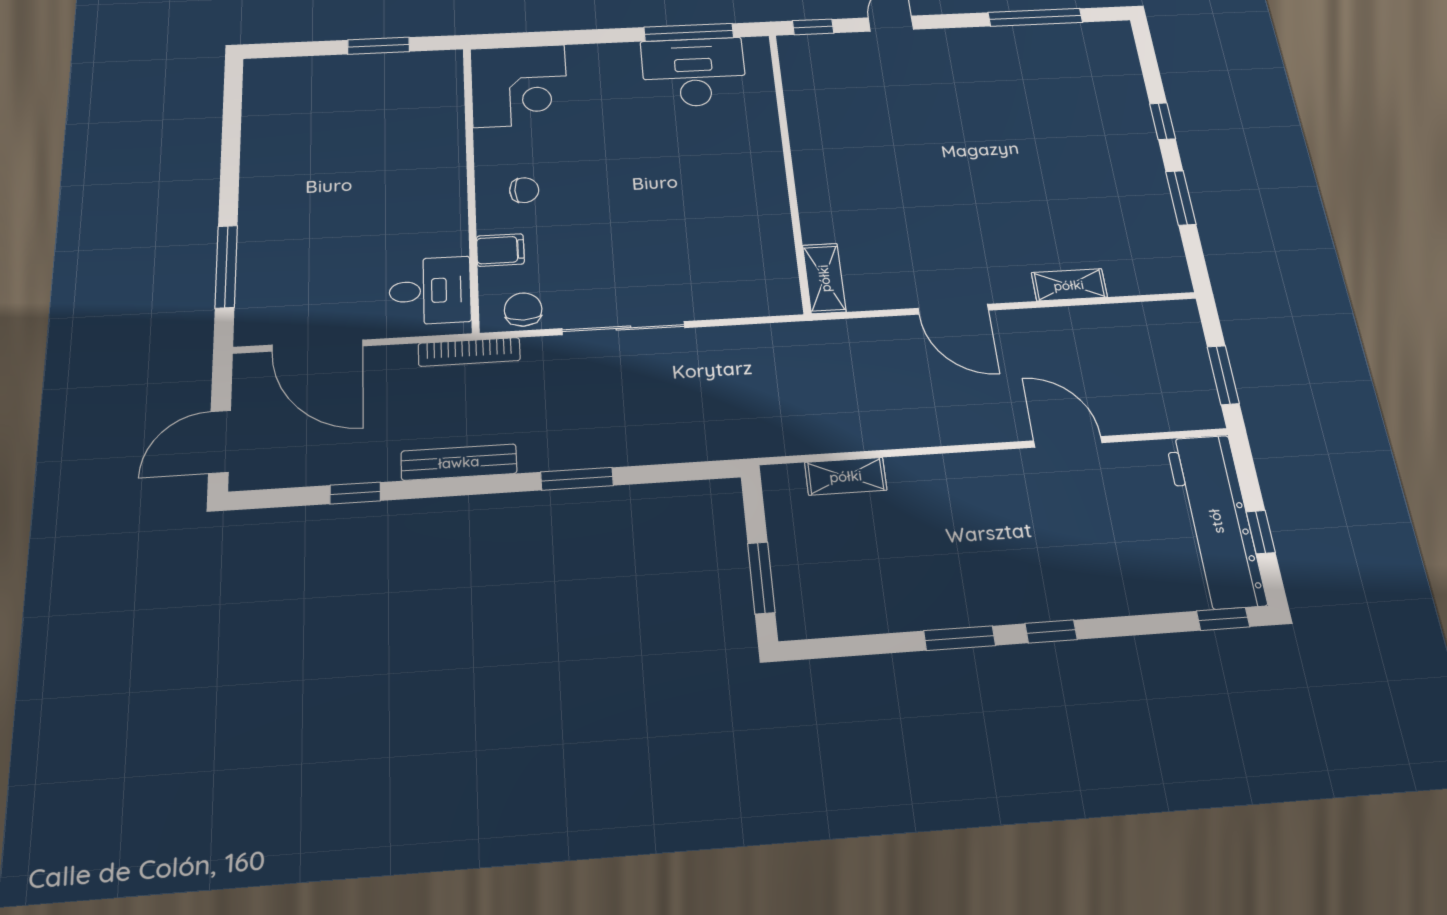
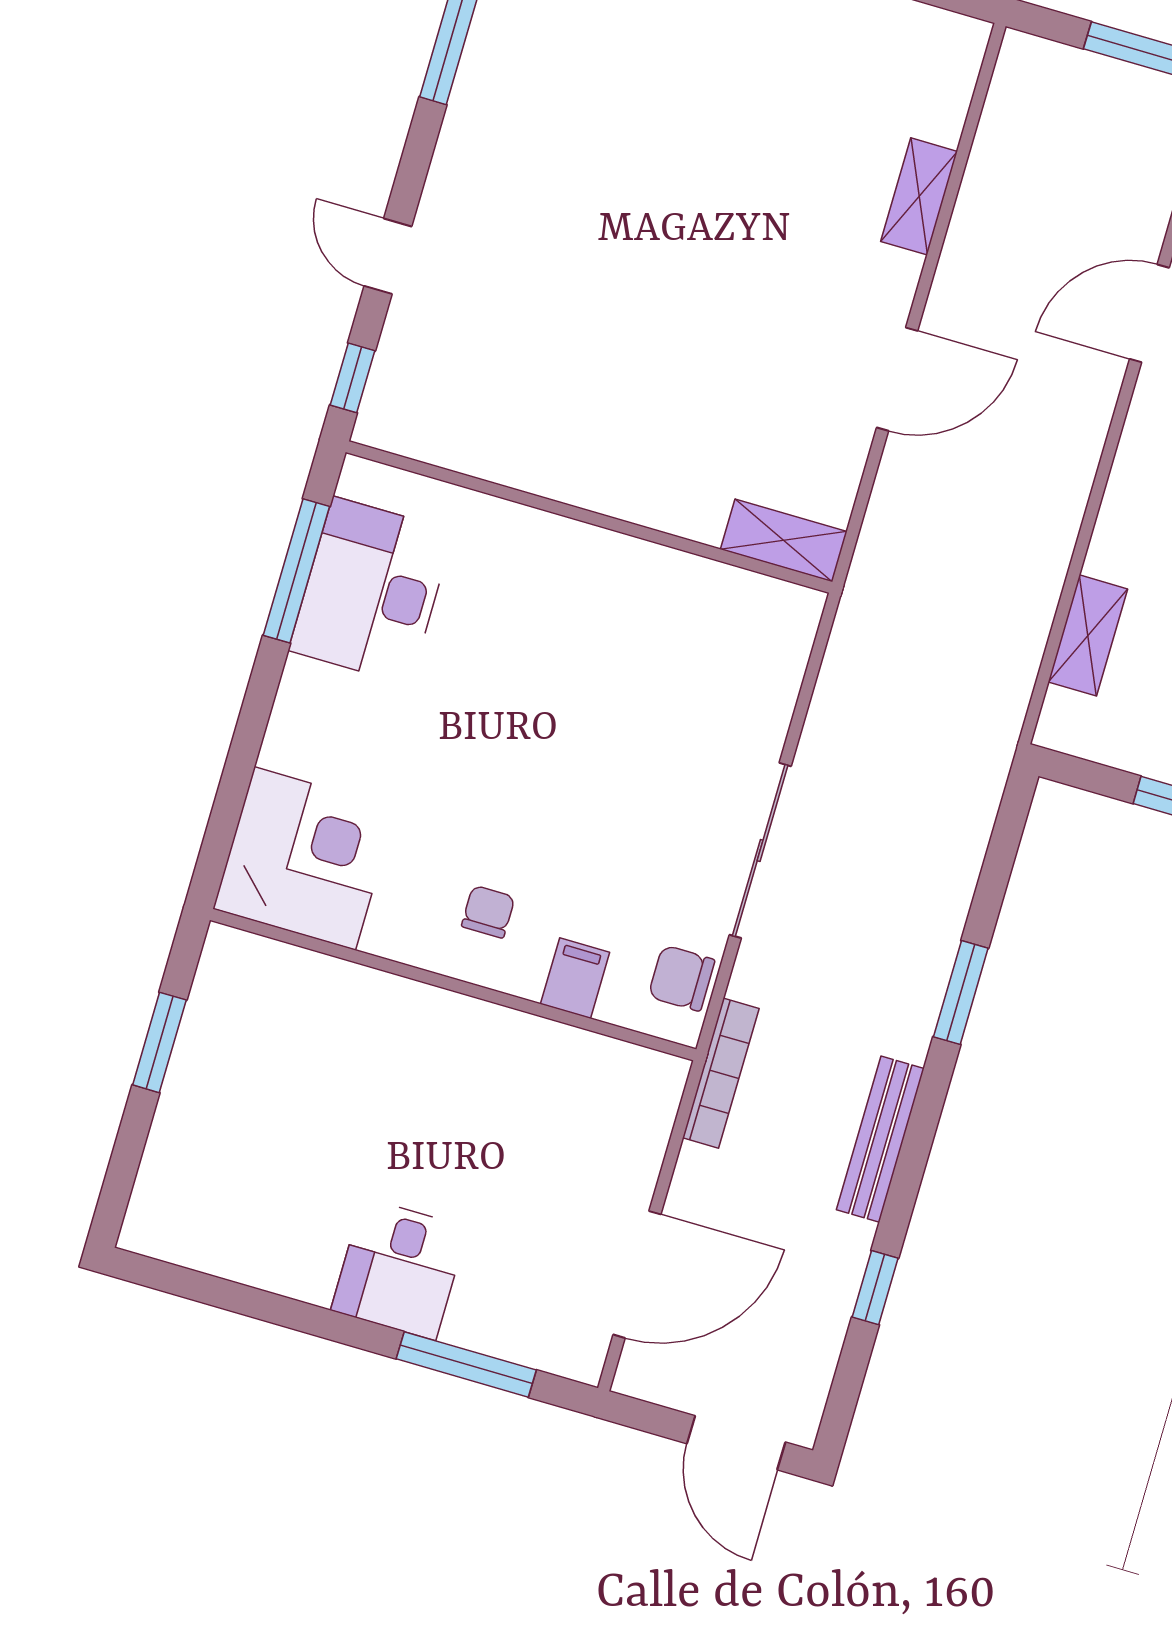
desk: (430, 291) -> (399, 1269), moved, turned 180

